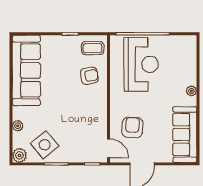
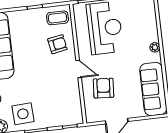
side table: (45, 145) -> (23, 114), turned 36
door: (109, 148) -> (79, 69), moved

